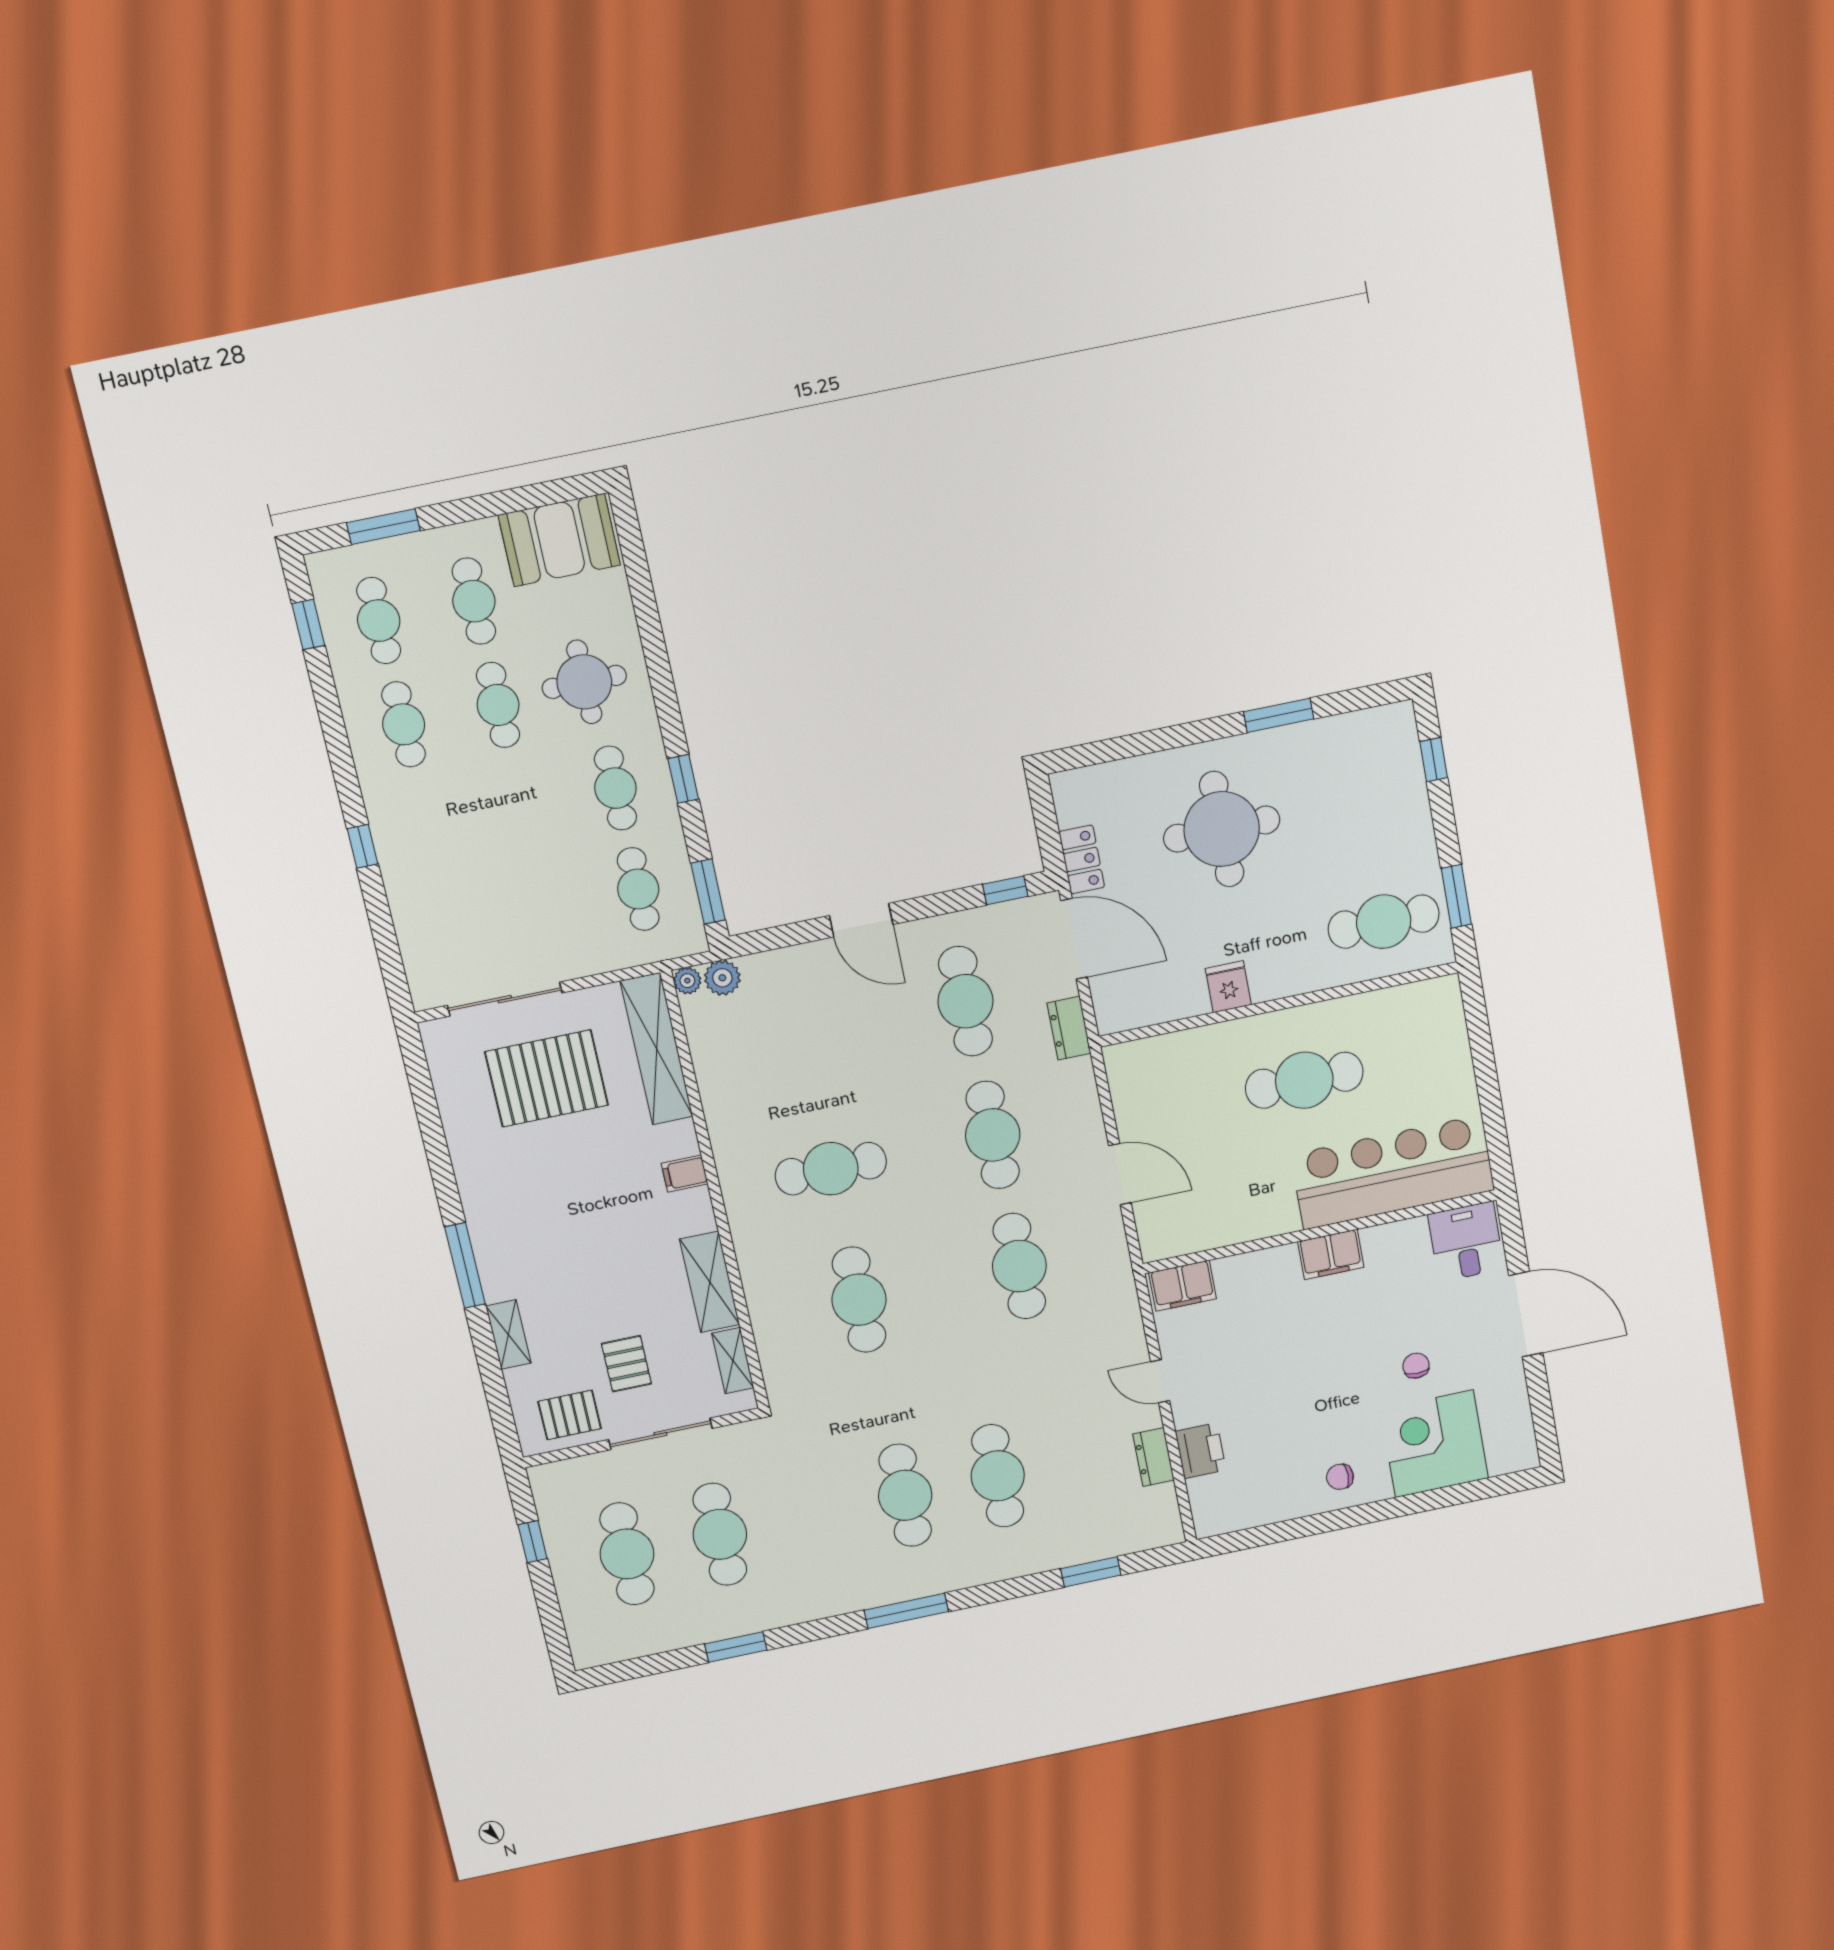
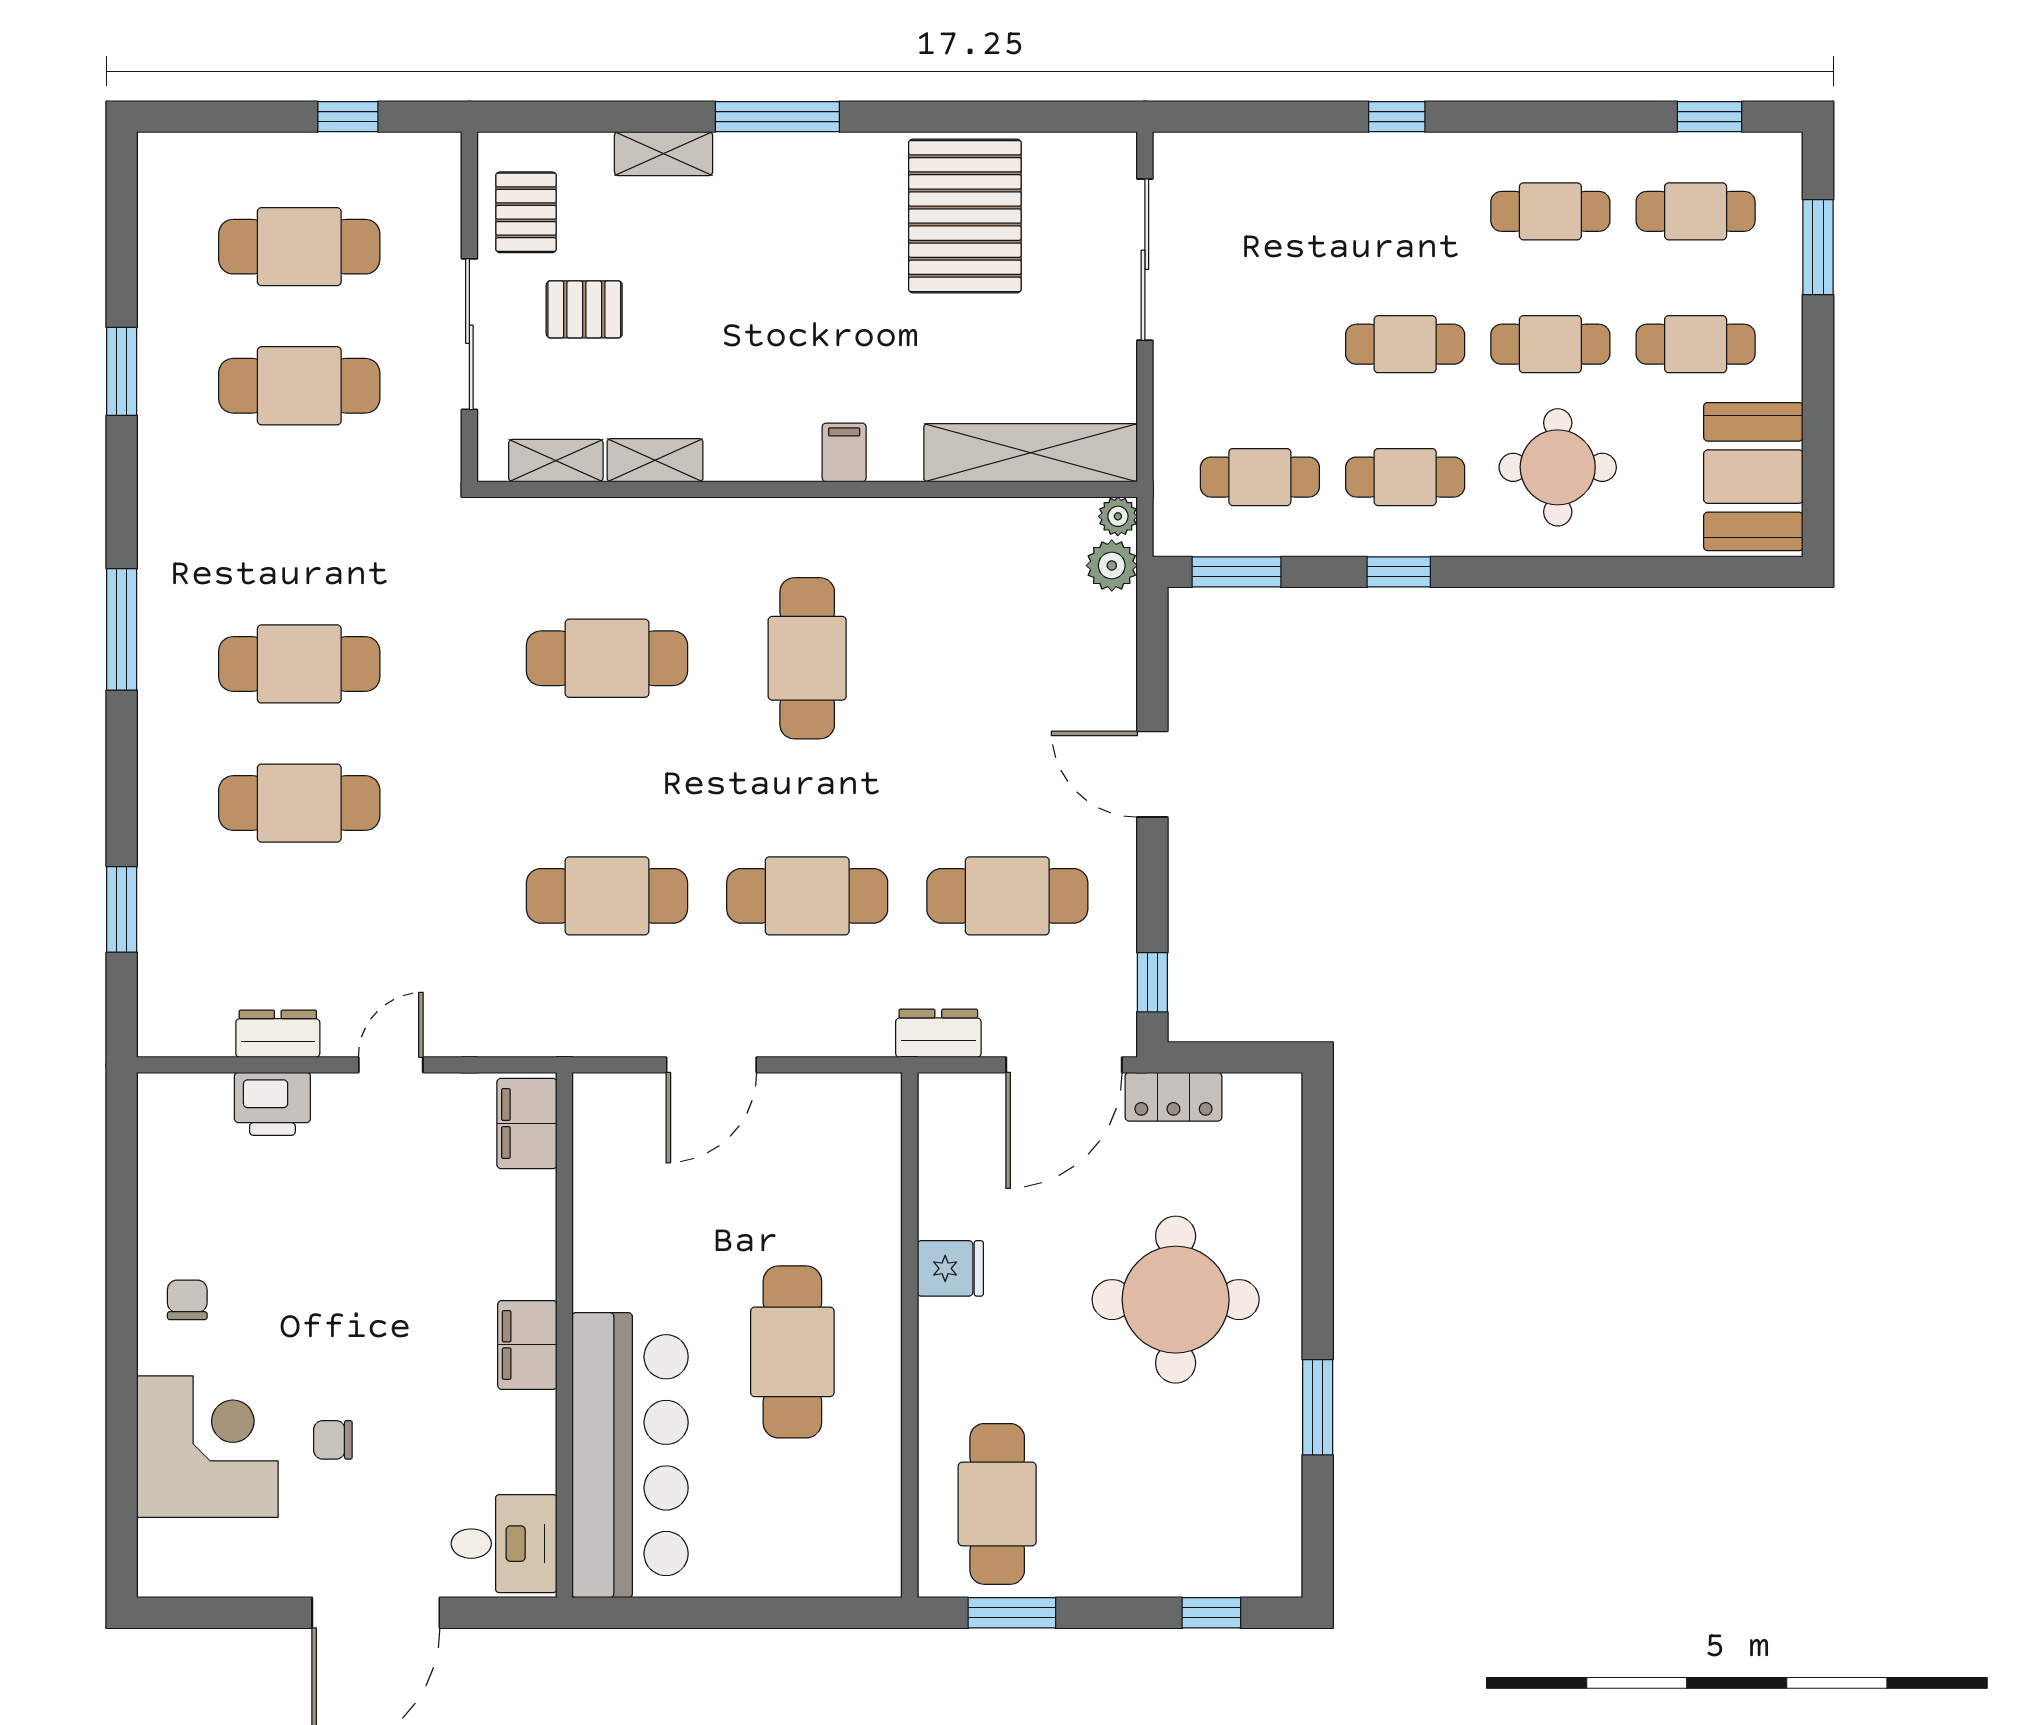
cafe table: (522, 807) -> (1405, 344), added
door: (861, 920) -> (1152, 774), hinge flipped
pallet: (547, 1078) -> (965, 216), moved
shelving: (710, 1282) -> (655, 460), width x0.67, depth x0.75
chair: (1416, 1366) -> (333, 1440), turned 180

